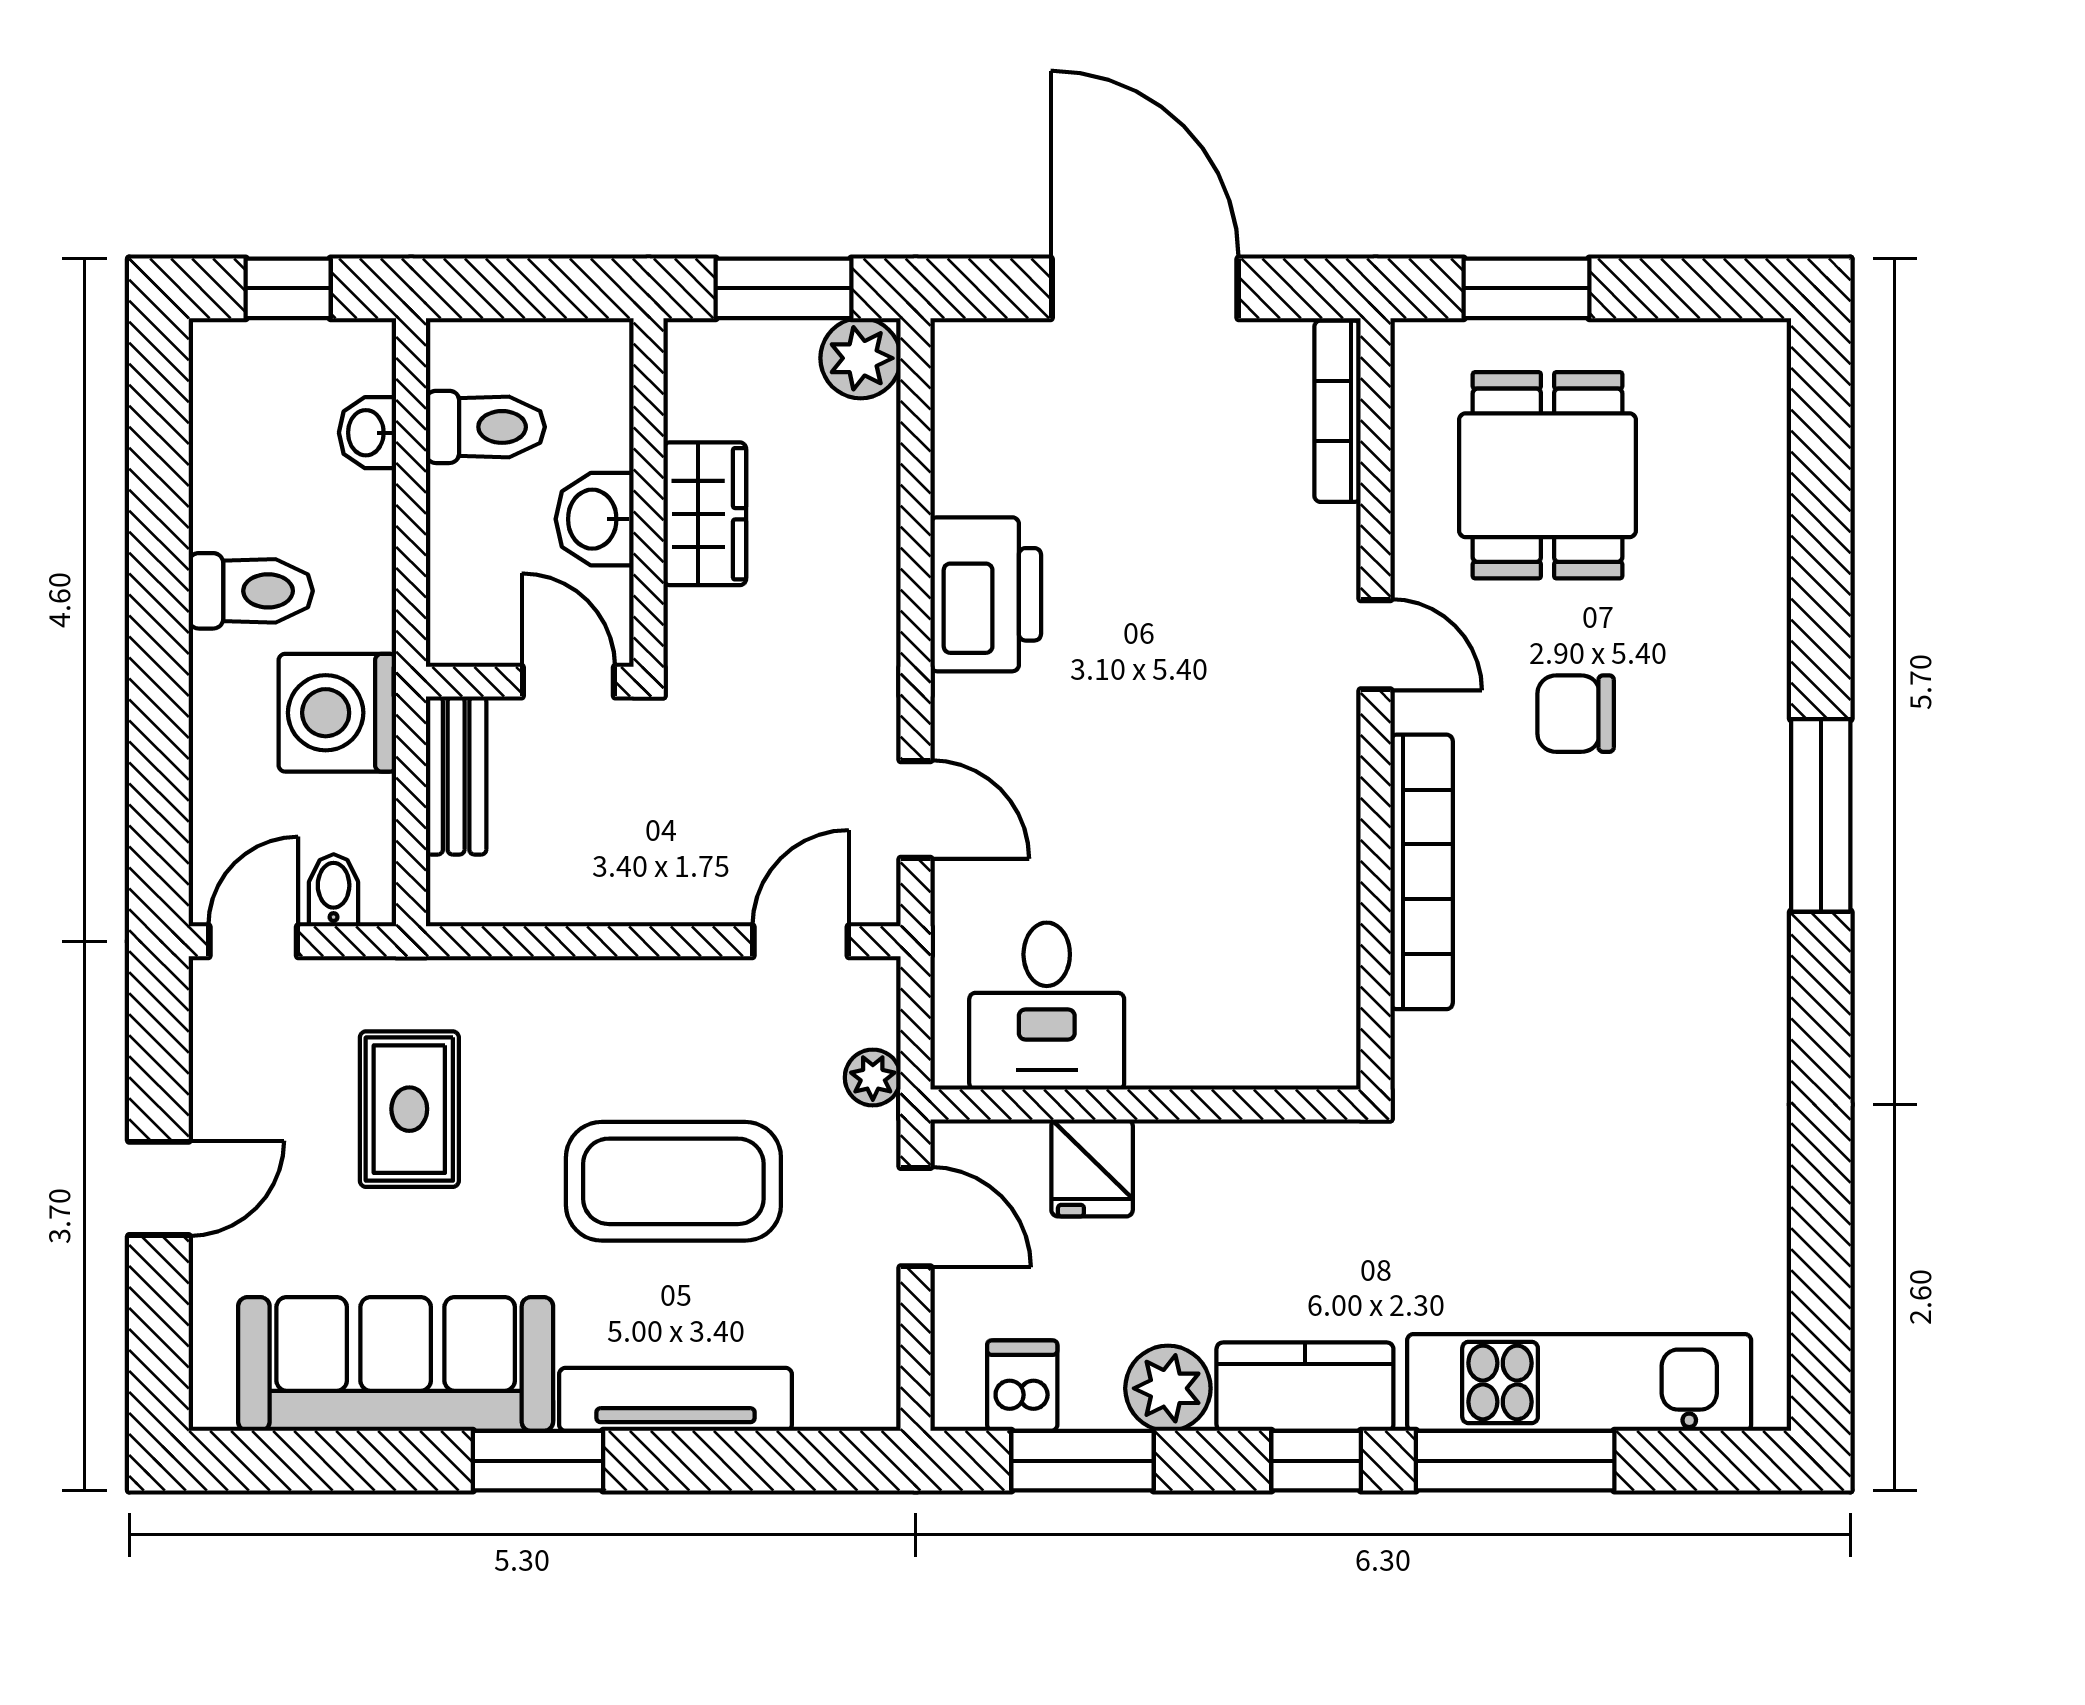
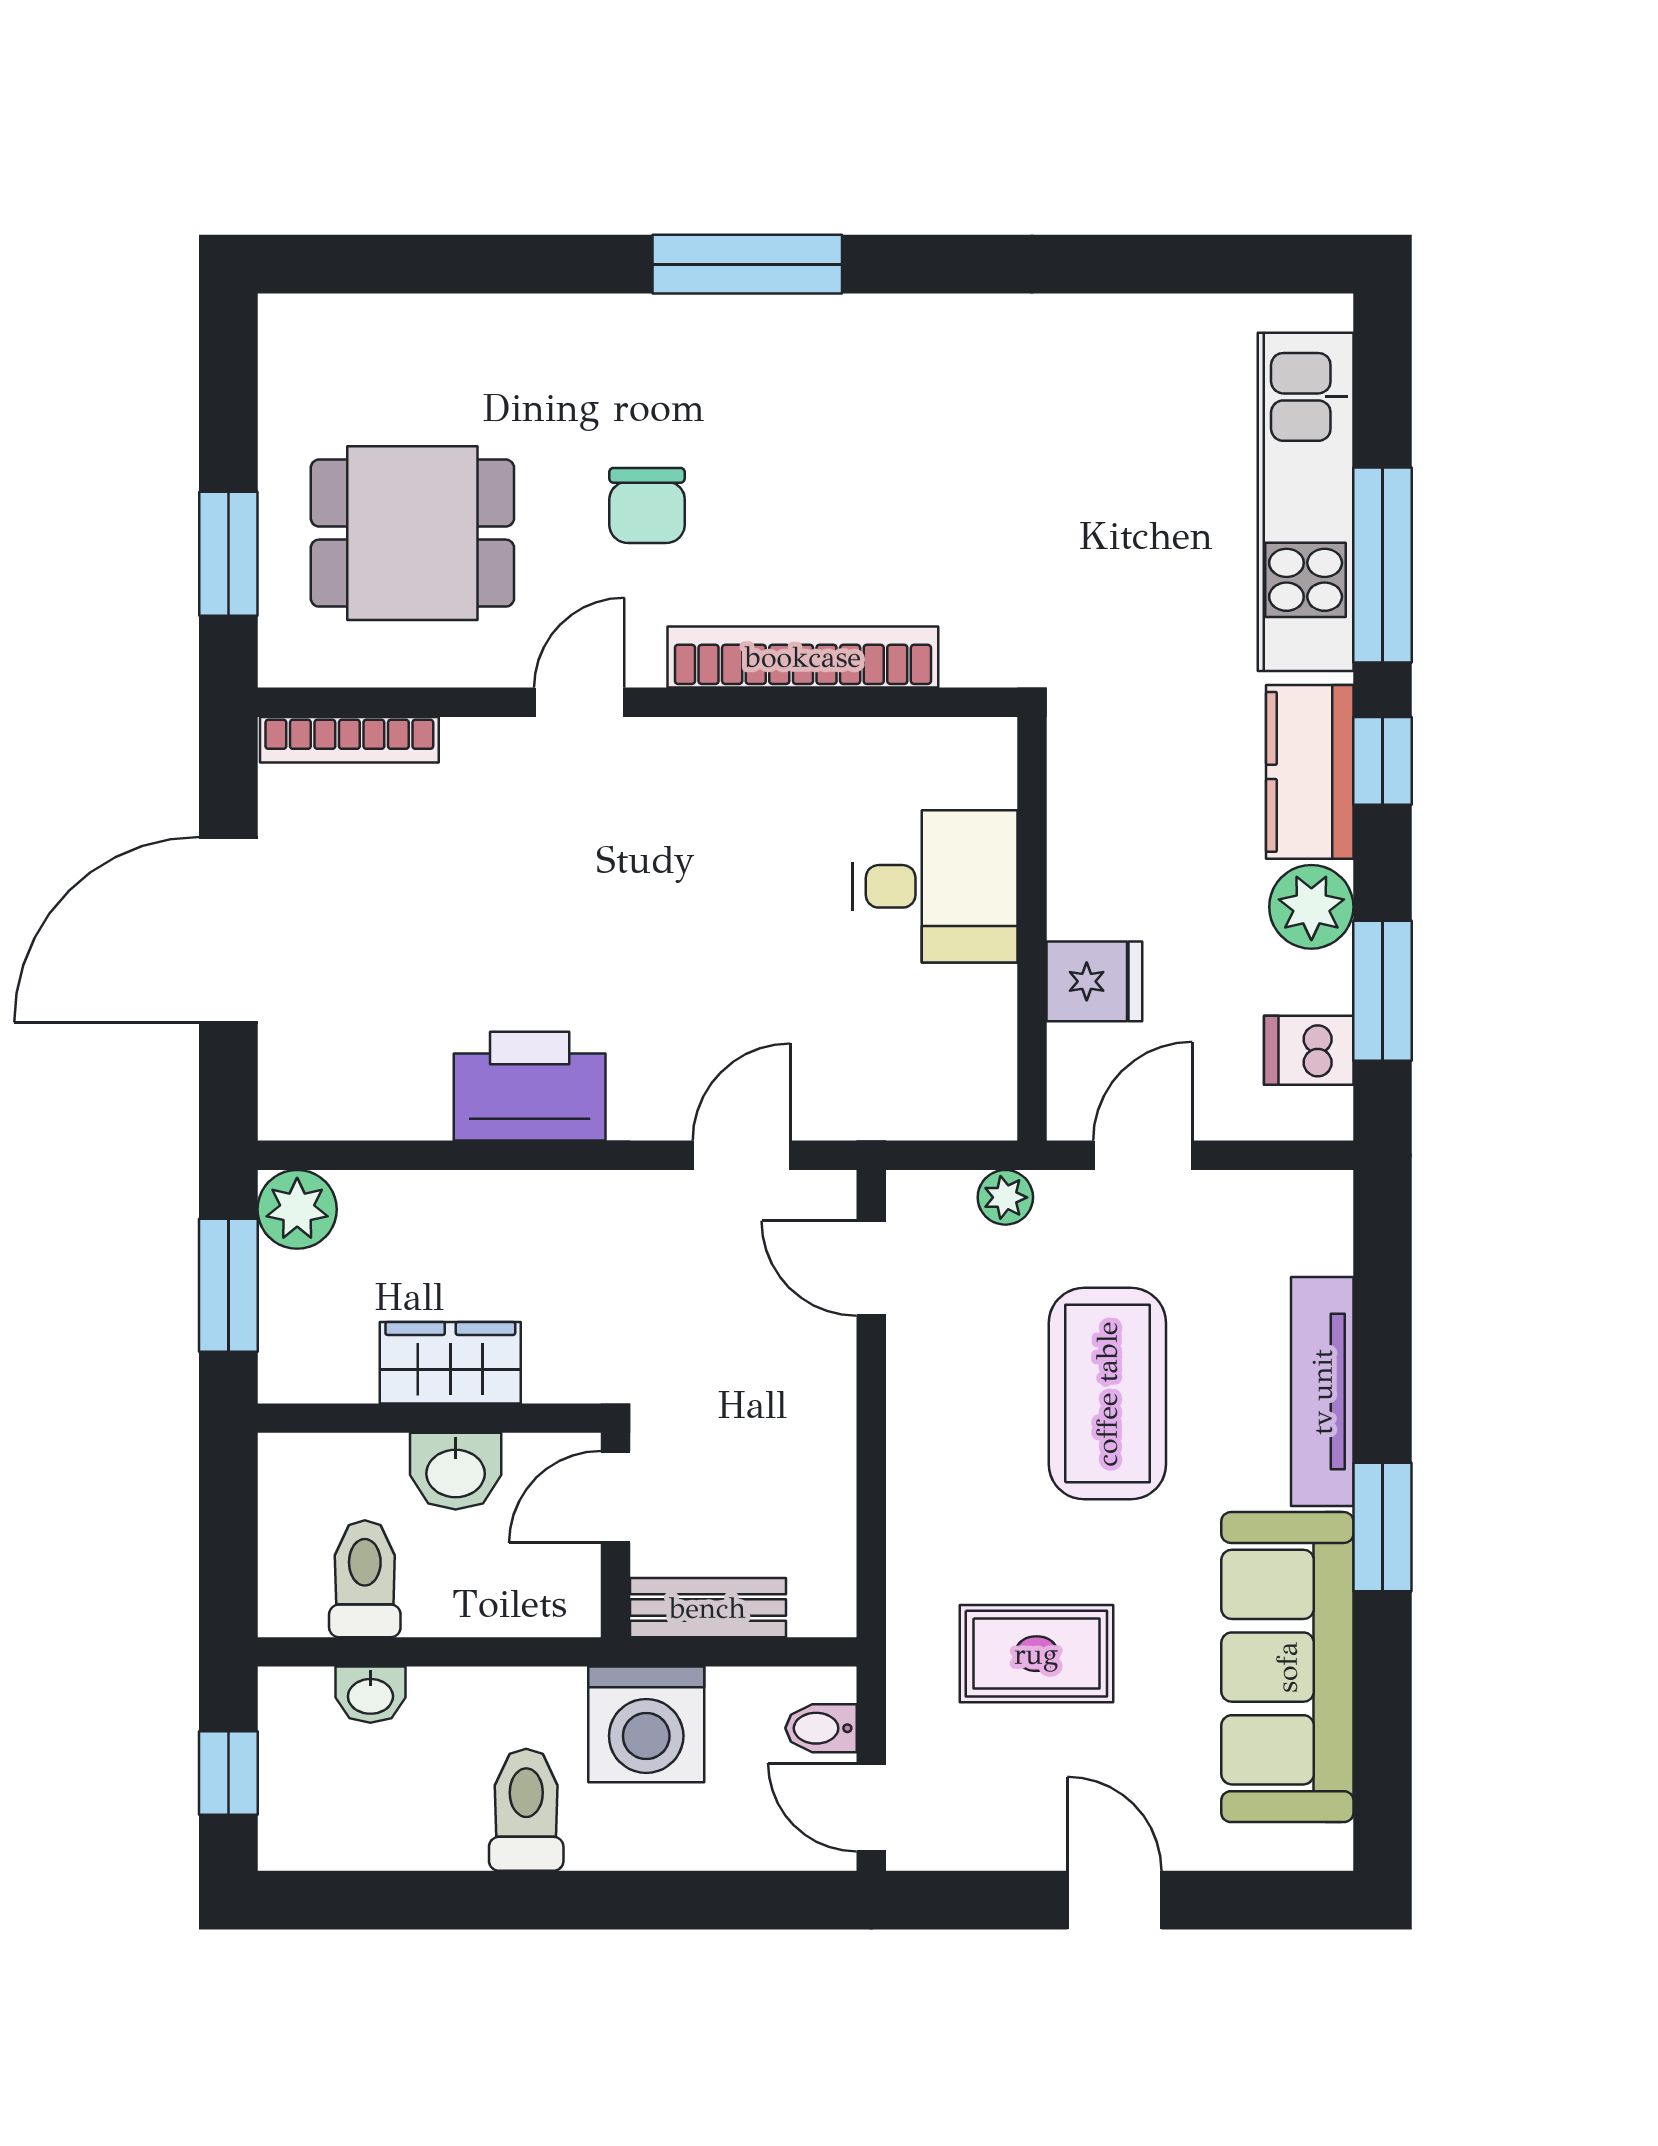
desk: (1047, 1006) -> (935, 886), moved

